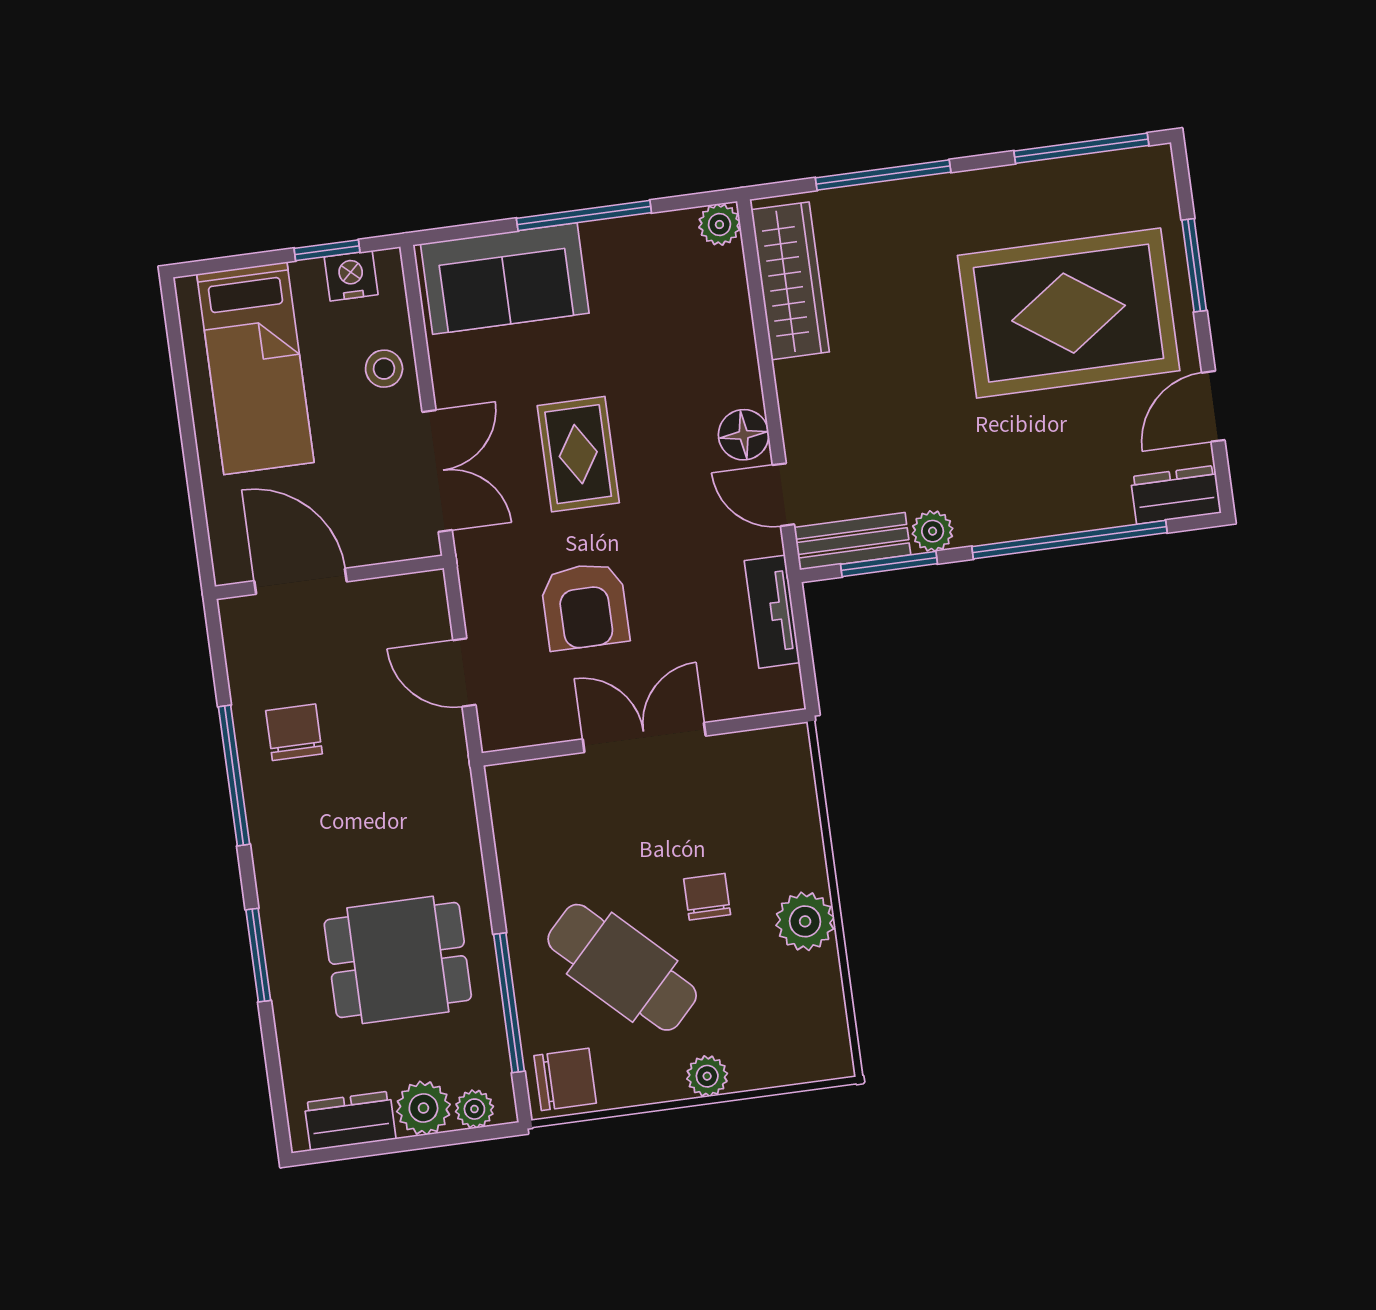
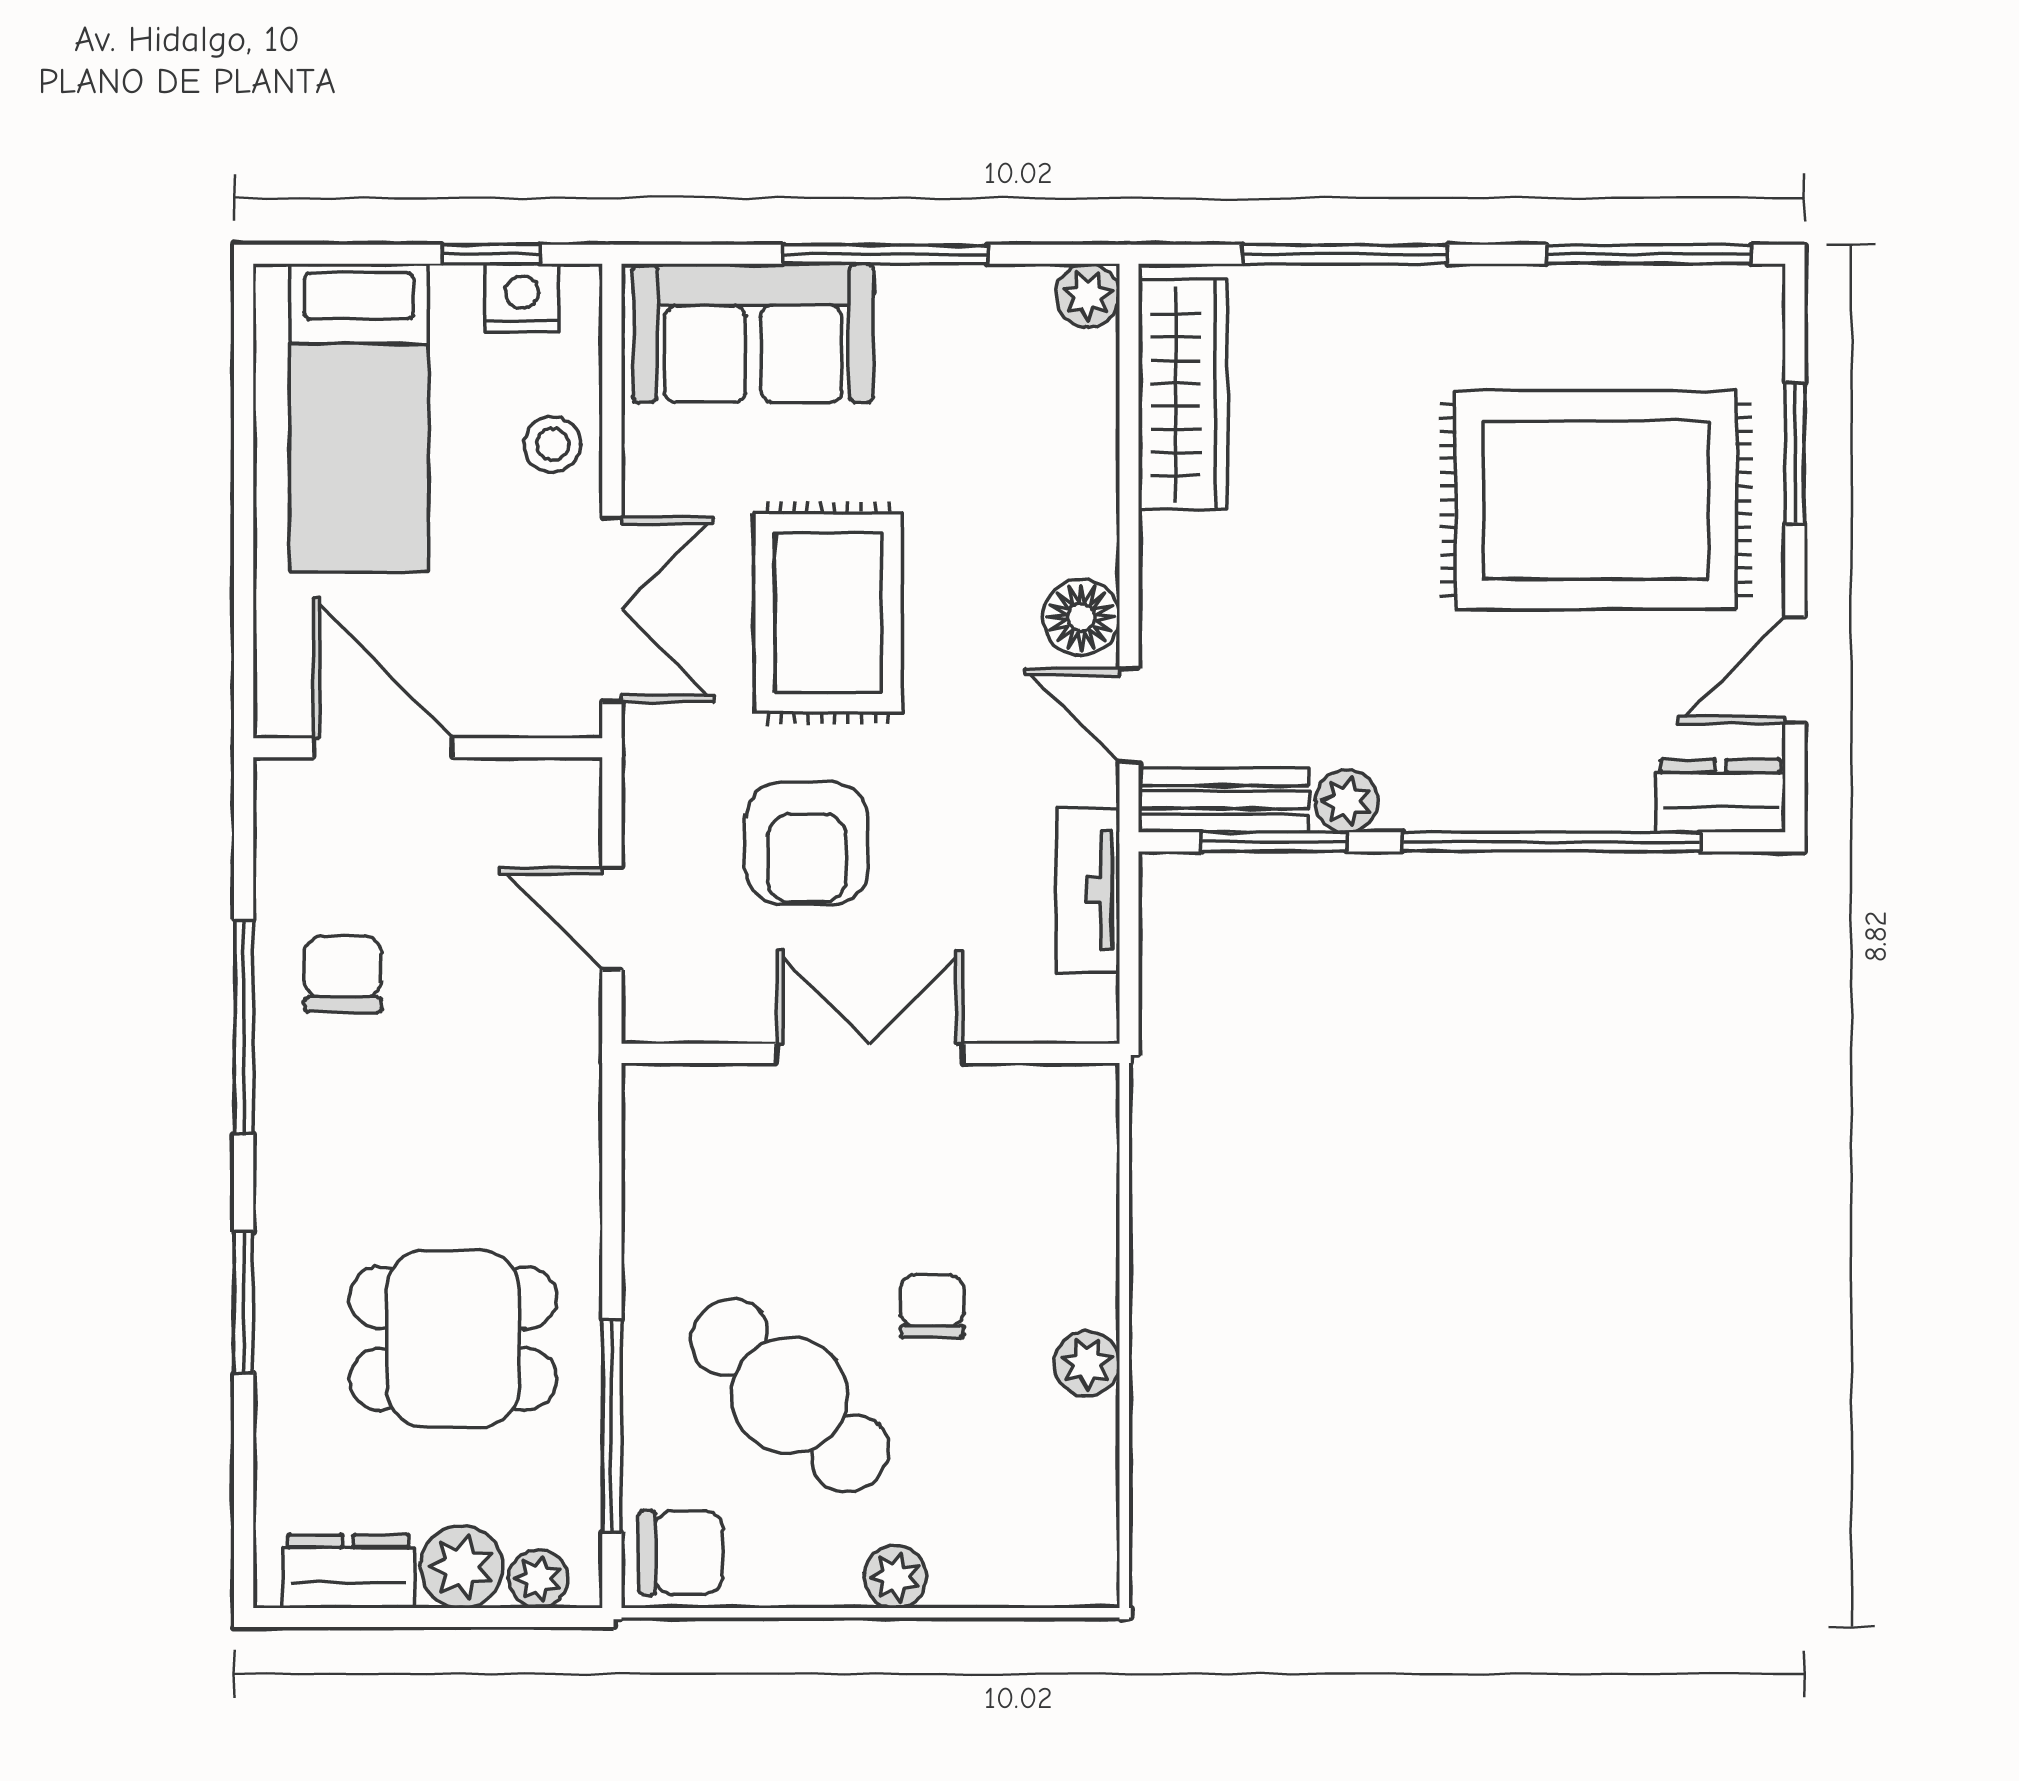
rug: (578, 454) -> (828, 613), width x1.36, depth x1.43
plant: (805, 921) -> (1087, 1363), width x0.73, depth x0.73

